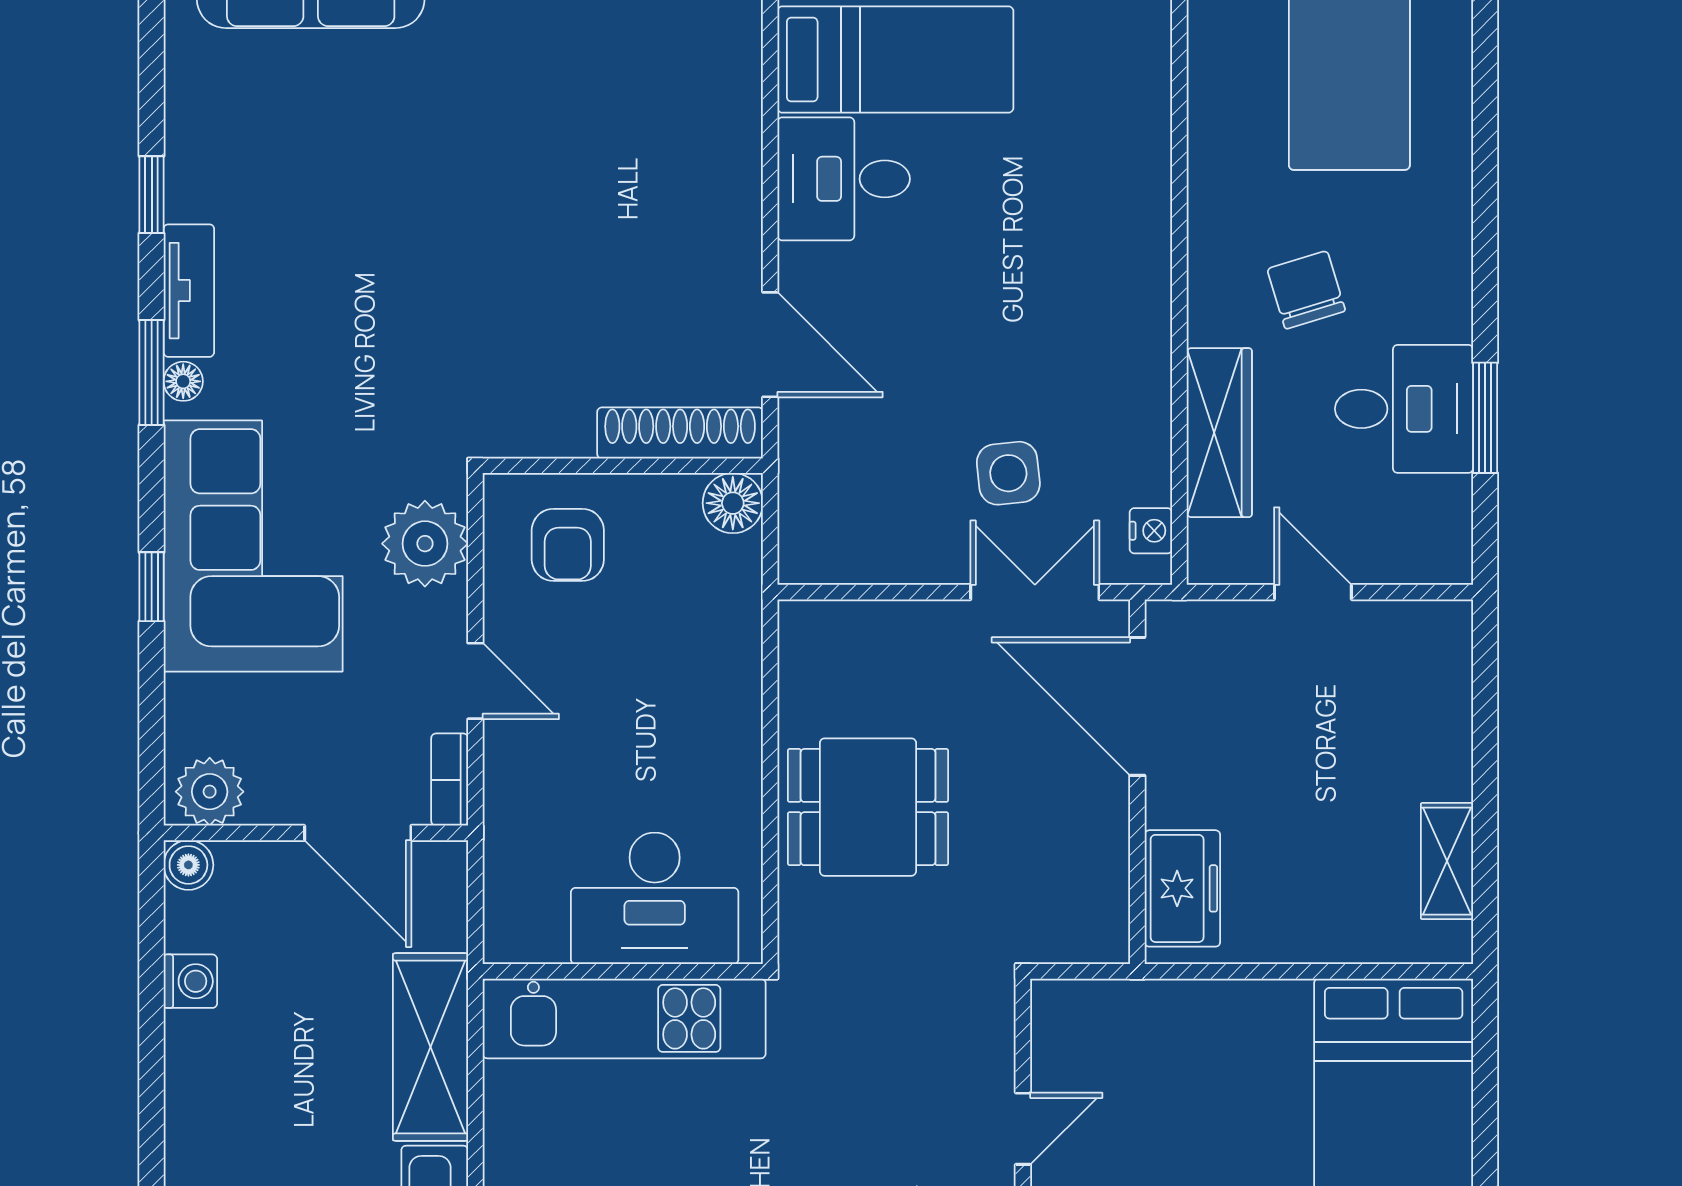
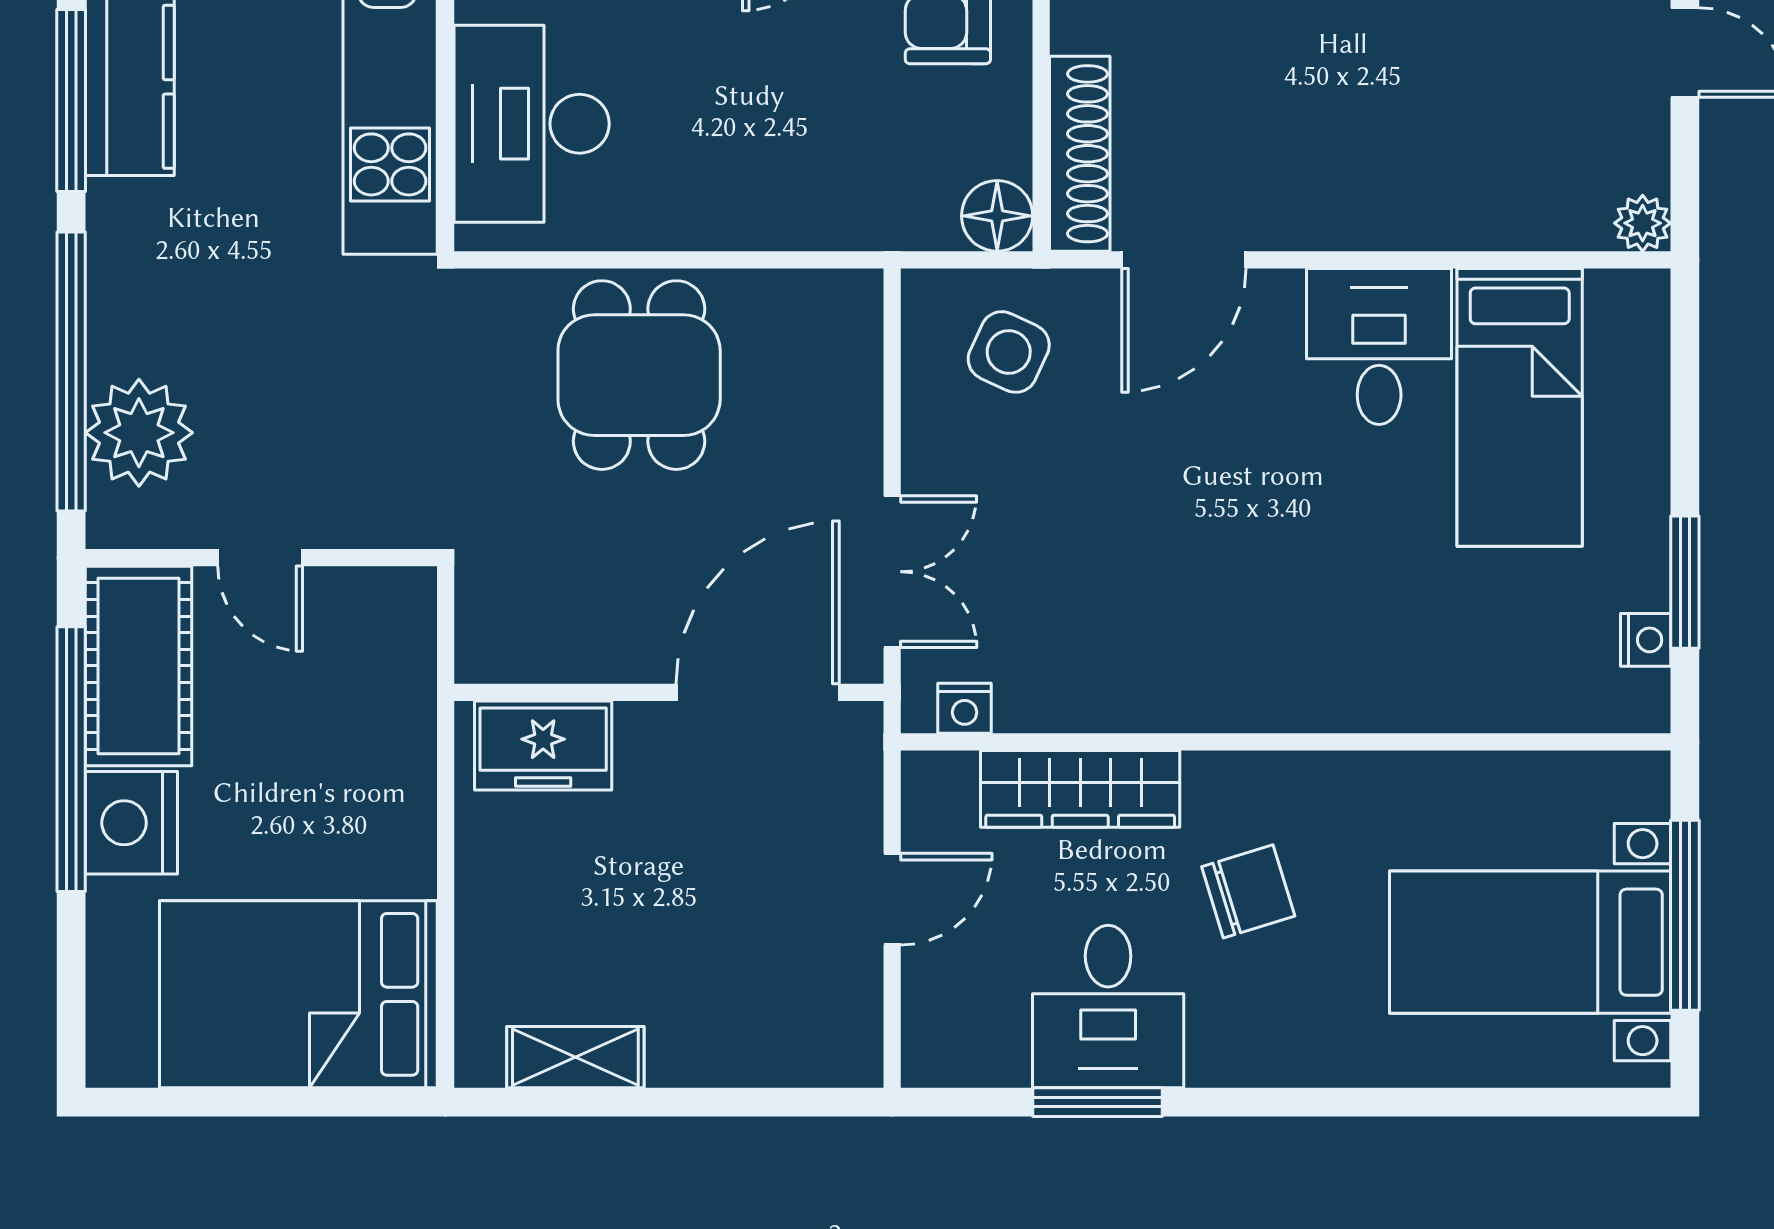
side table: (1008, 473) -> (1009, 352), moved, turned 31

